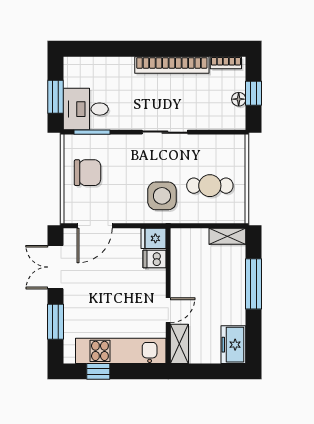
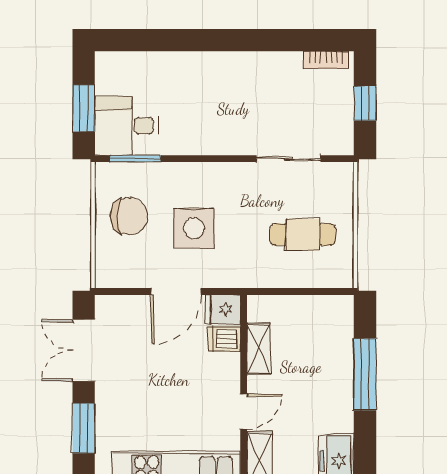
bookcase: (172, 65) -> (249, 63), removed
floor lamp: (239, 99) -> (344, 112), removed
sliding door: (165, 132) -> (289, 159), moved
side table: (162, 196) -> (194, 228), moved
door: (95, 226) -> (176, 292), moved
shelving: (227, 236) -> (259, 349), moved, turned 90

